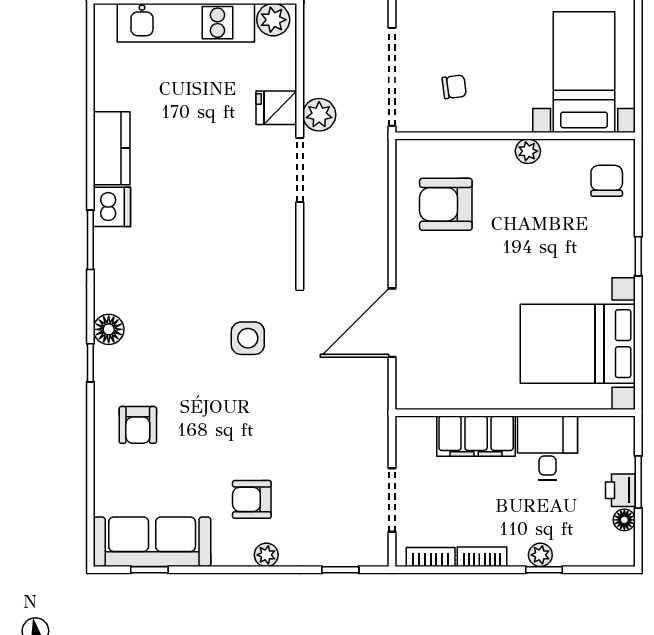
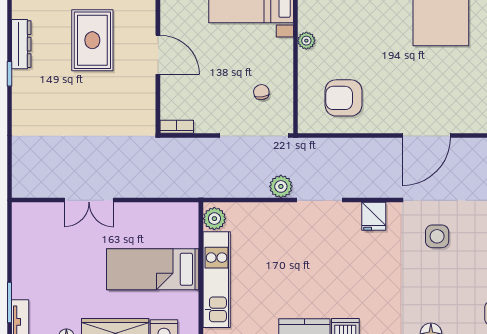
fridge: (276, 108) -> (374, 216), moved
armchair: (446, 204) -> (343, 98), turned 90
door: (392, 323) -> (426, 136), hinge flipped

